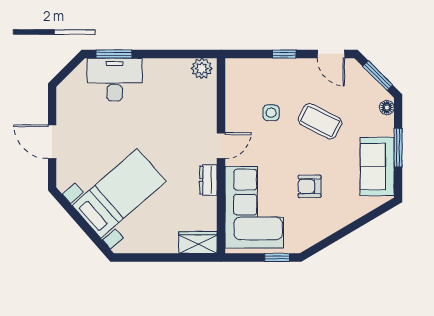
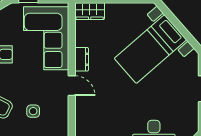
door: (221, 146) -> (72, 86), swing flipped

